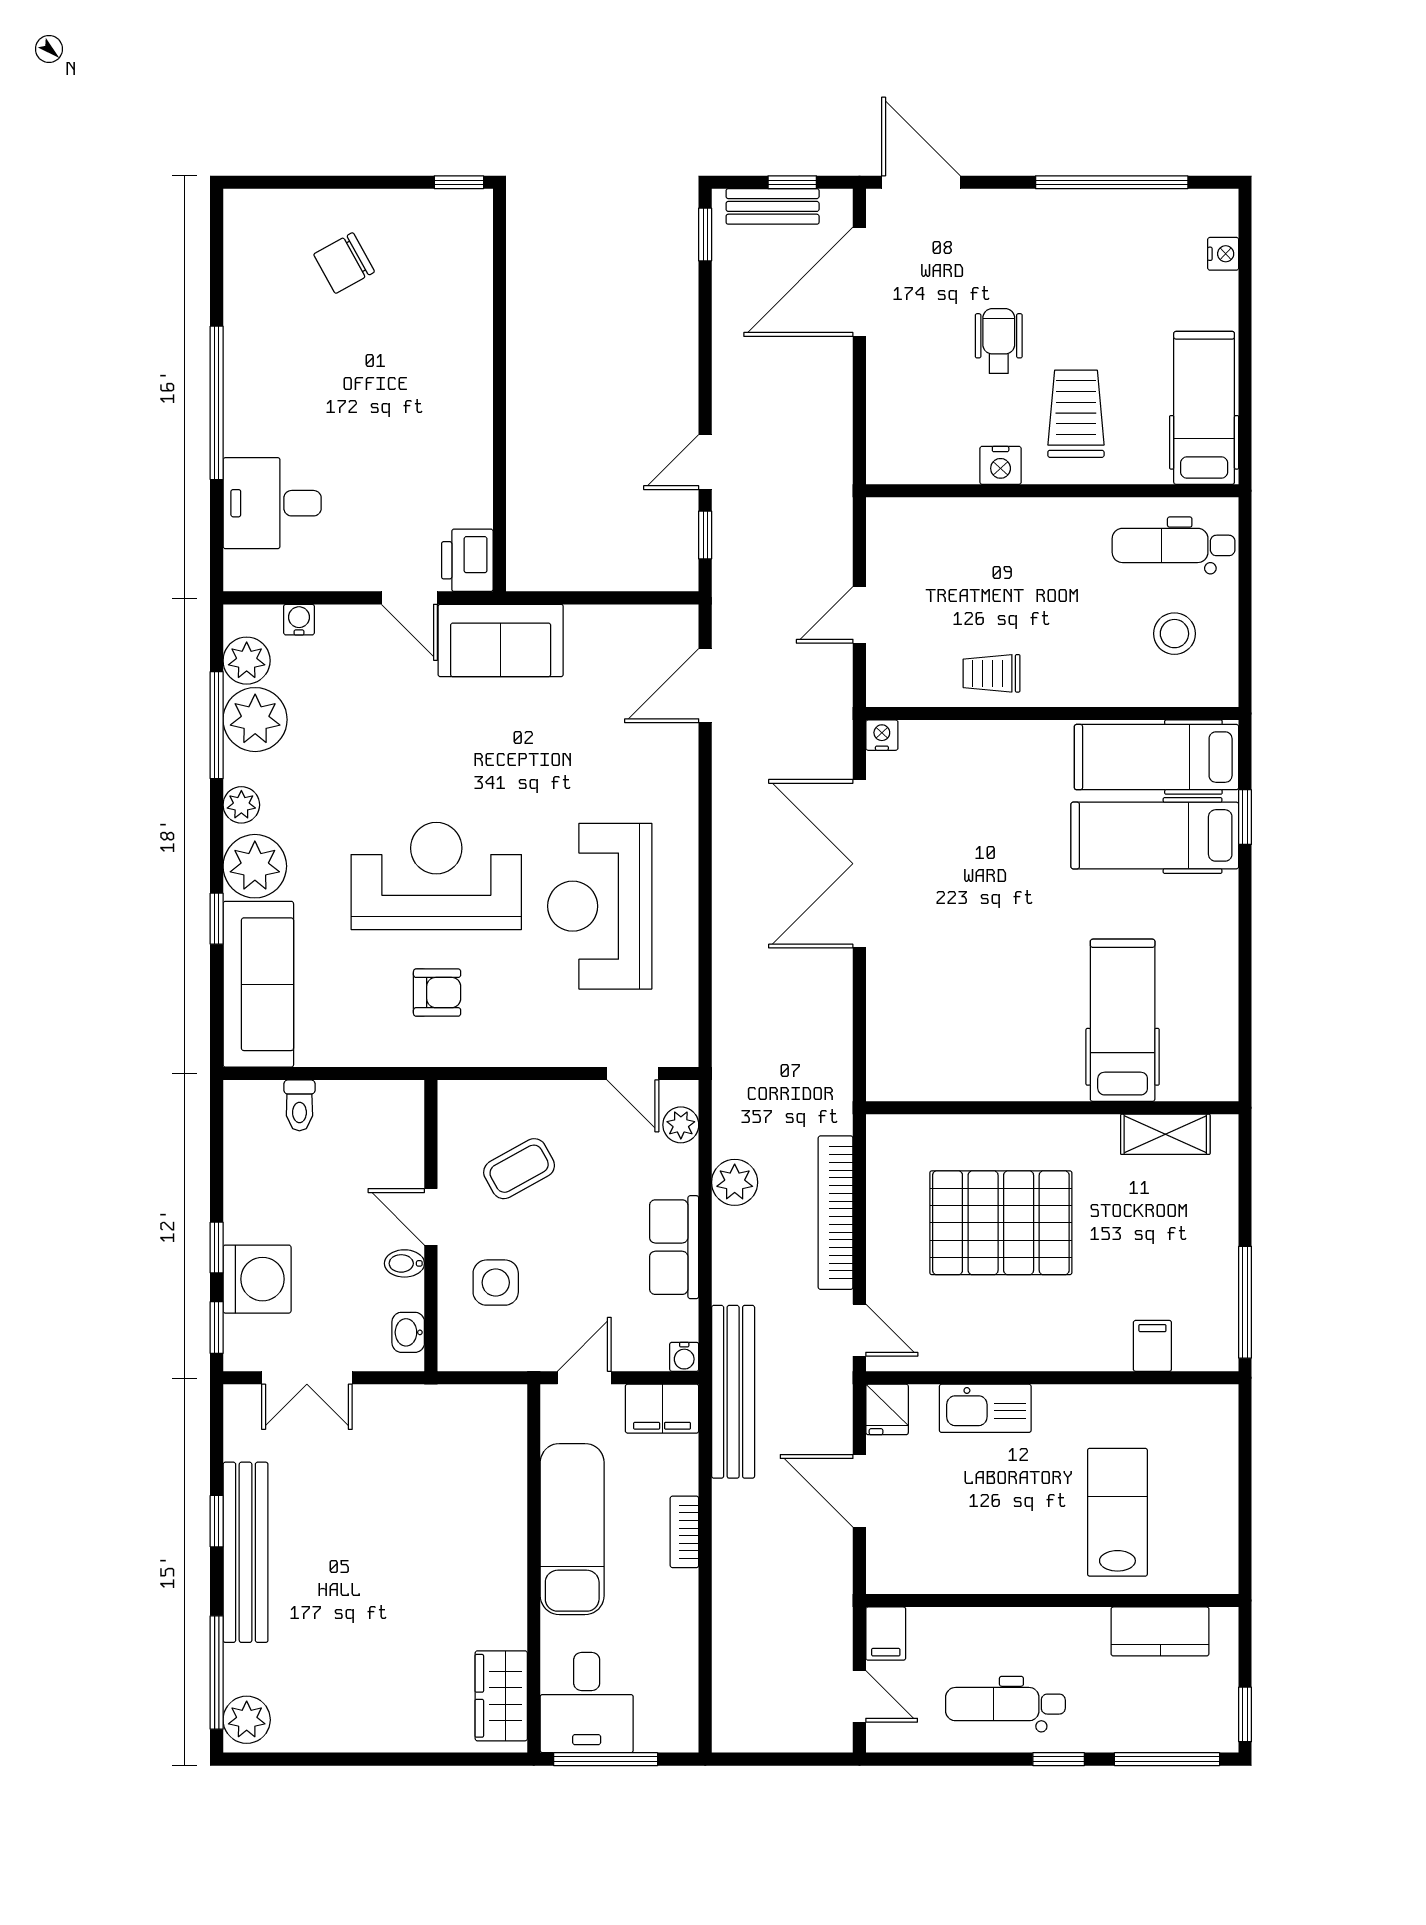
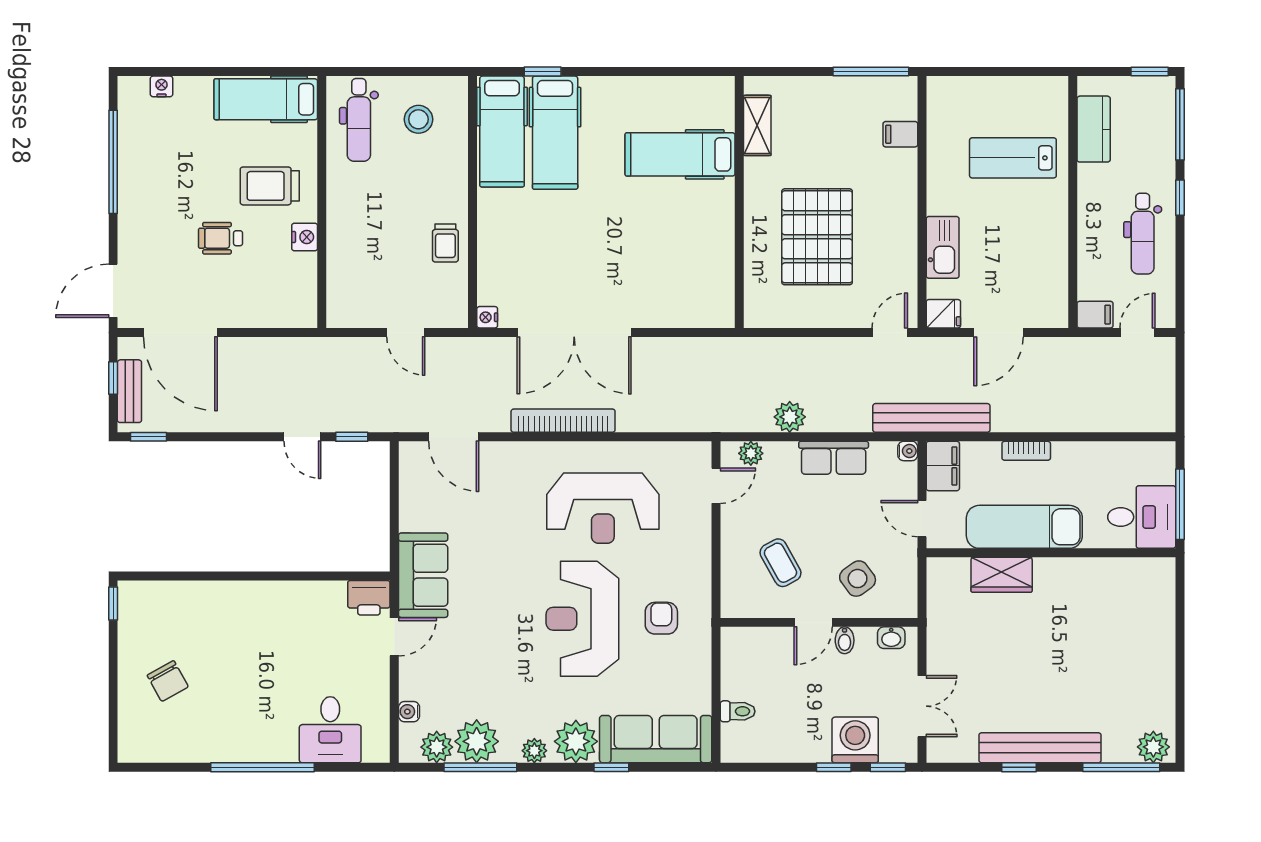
bookcase: (836, 1213) -> (563, 421), moved, turned 180
side table: (496, 1283) -> (858, 579), turned -36
wardrobe: (501, 1696) -> (1002, 575), moved

